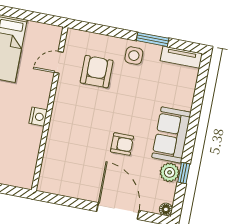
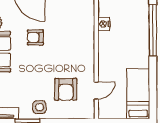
nightstand: (38, 117) -> (104, 24), moved

